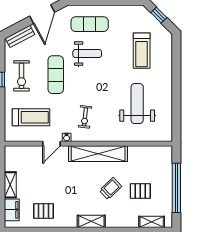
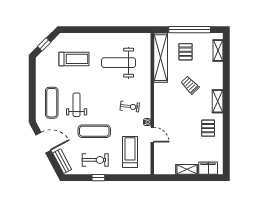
shelving: (98, 154) -> (161, 58), moved
pallet: (140, 191) -> (186, 52), moved
pallet: (44, 211) -> (208, 128), moved

